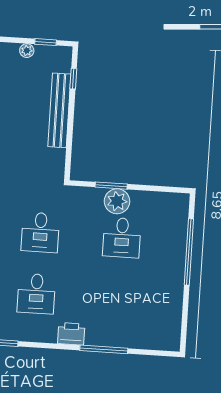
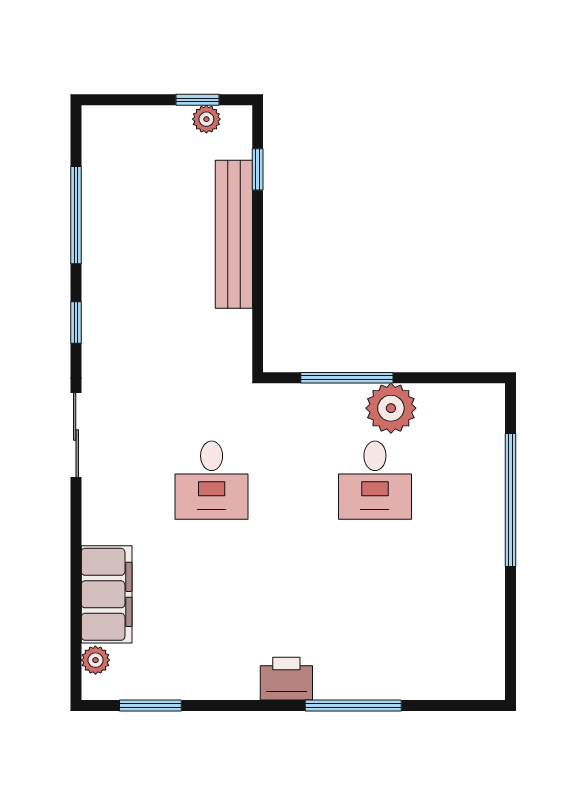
plant: (27, 51) -> (206, 119), moved
window: (111, 186) -> (347, 378), width x1.44
plant: (117, 201) -> (391, 408), moved
desk: (36, 294) -> (212, 603), removed

